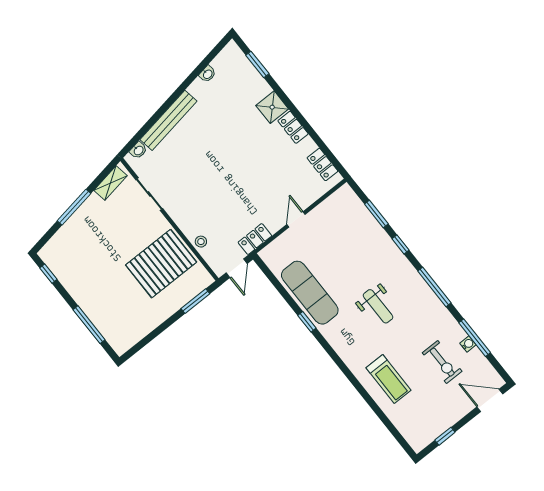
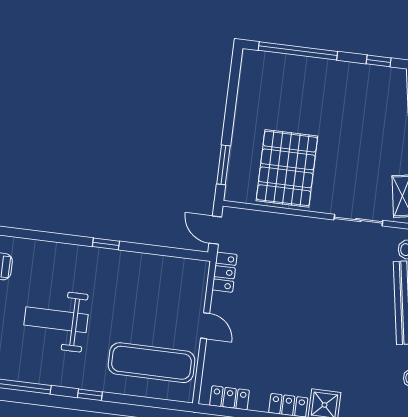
window: (376, 214) -> (138, 401), removed
stool: (201, 242) -> (271, 223), removed
exercise mat: (310, 293) -> (151, 363), moved
weight bench: (378, 306) -> (56, 320), width x1.36, depth x1.33
window: (89, 325) -> (298, 51), width x1.46

